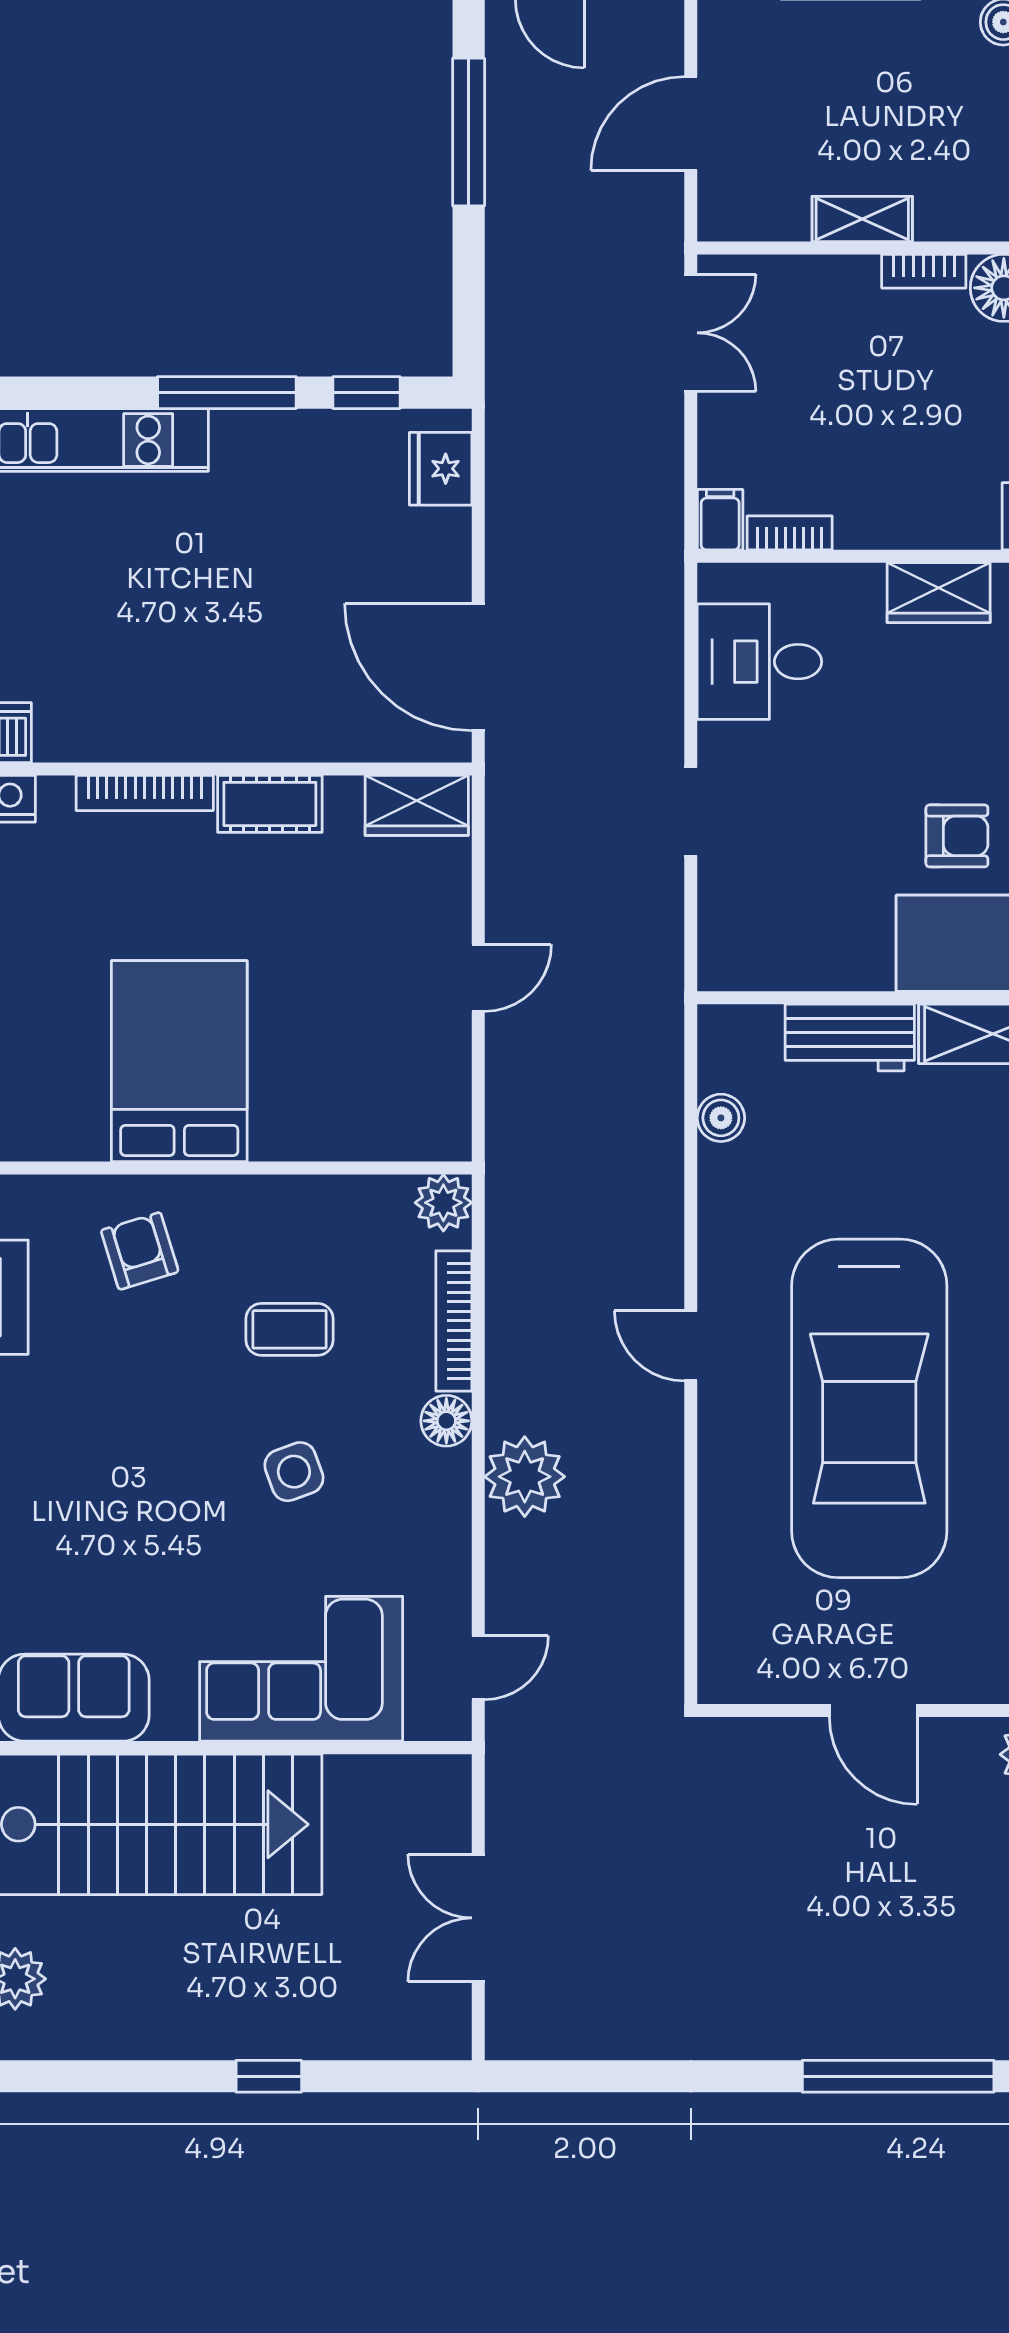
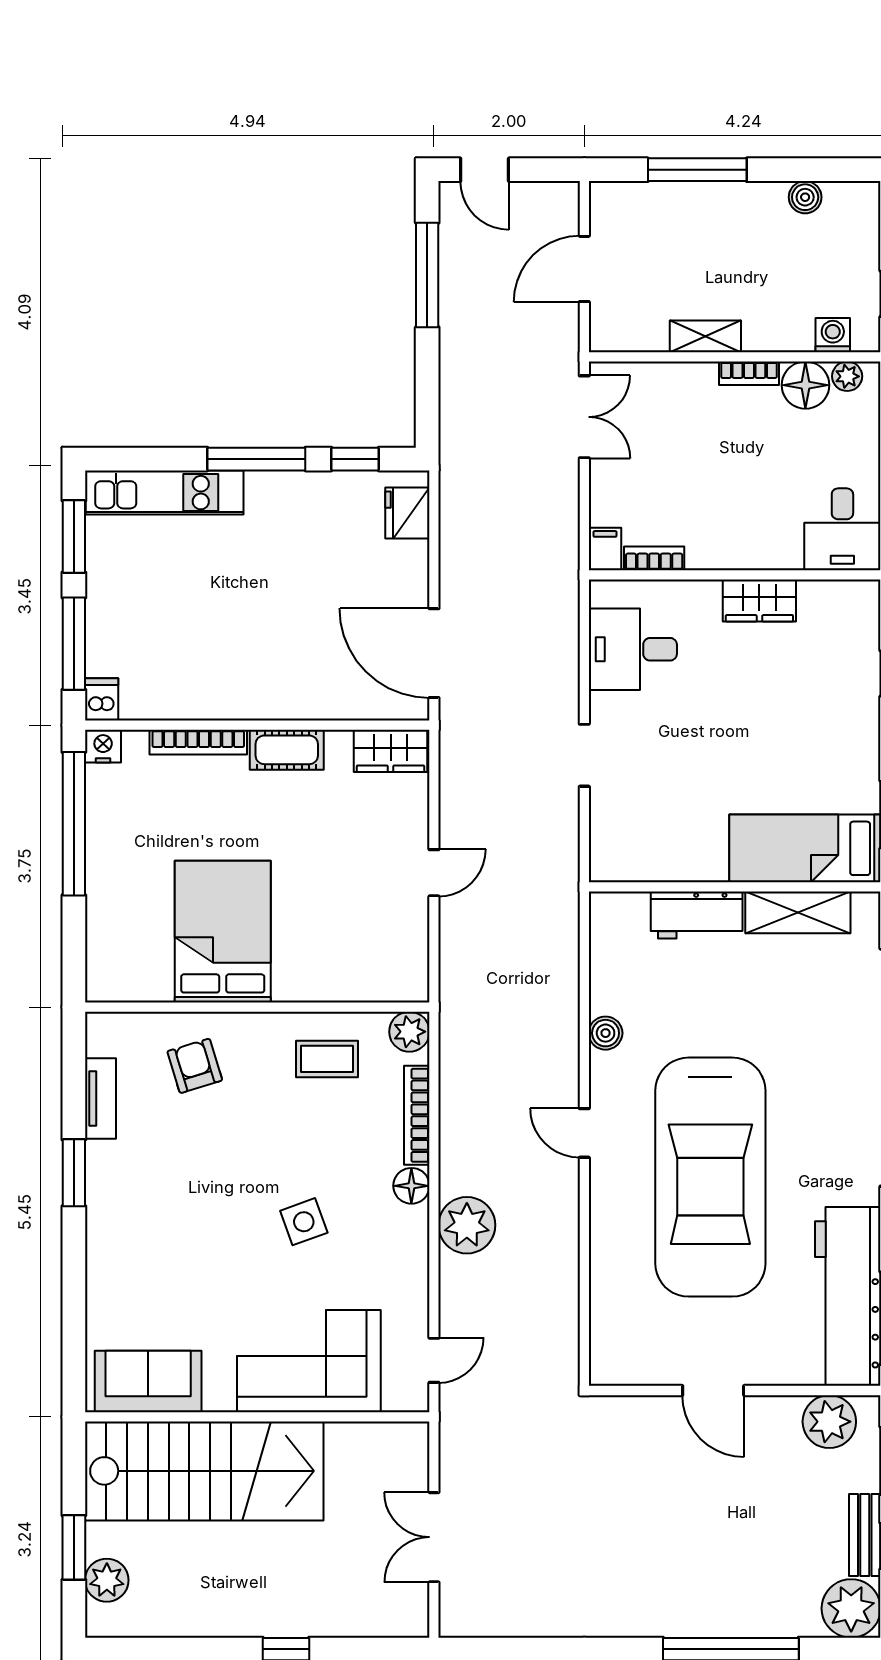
armchair: (957, 836) -> (772, 772), removed
boiler: (721, 1118) -> (606, 1033), moved
coffee table: (289, 1329) -> (327, 1059), moved

